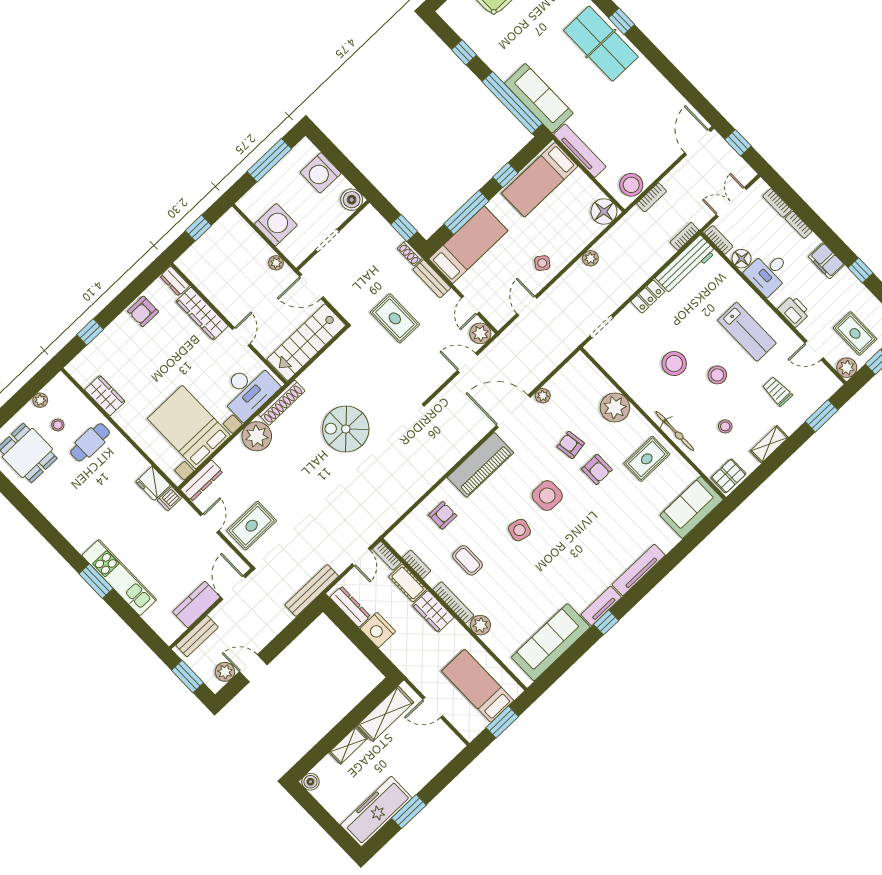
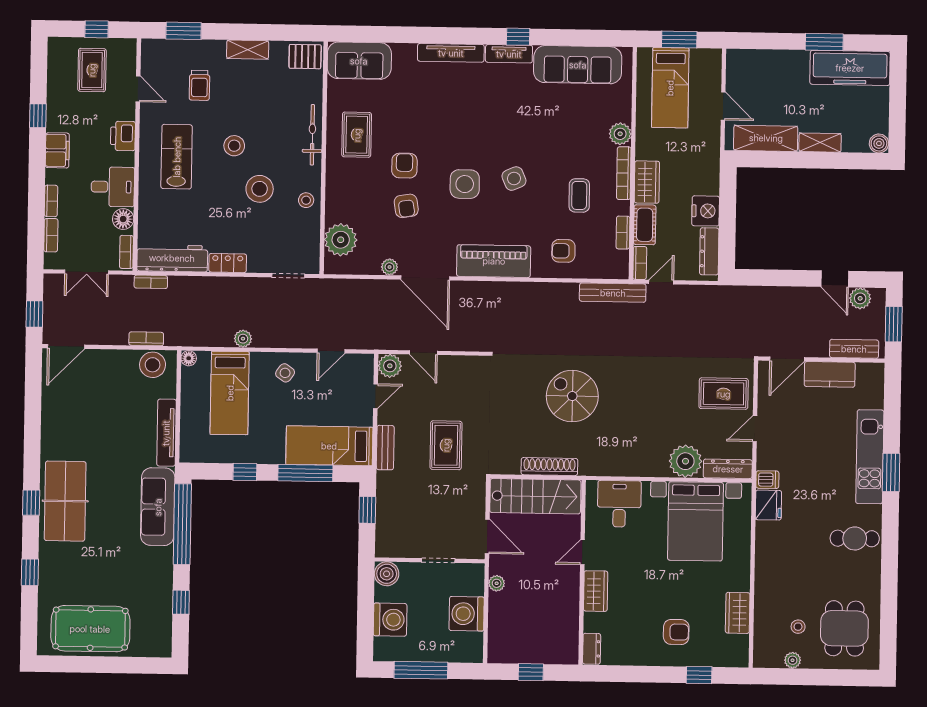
bed: (540, 180) -> (230, 393), moved, turned 90
floor lamp: (604, 212) -> (189, 358), width x0.53, depth x0.53
shoe rack: (410, 253) -> (383, 485), removed
armchair: (143, 311) -> (676, 632), moved
wardrobe: (202, 314) -> (596, 591), width x0.67
plant: (847, 368) -> (126, 49), removed
desk: (248, 390) -> (619, 504), width x0.73
shoe rack: (282, 403) -> (549, 467), moved
plant: (615, 407) -> (341, 240), moved
stool: (725, 426) -> (306, 200), moved
spiral stairs: (346, 429) -> (572, 396), turned 180
plant: (257, 436) -> (685, 461), moved
cafe table: (90, 442) -> (855, 538), moved
rug: (647, 459) -> (357, 135), turned 90
side table: (520, 530) -> (514, 179), turned -38
bench: (312, 590) -> (613, 293), moved

